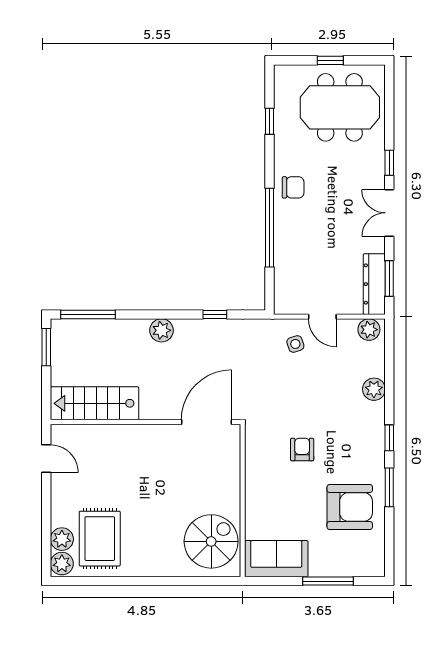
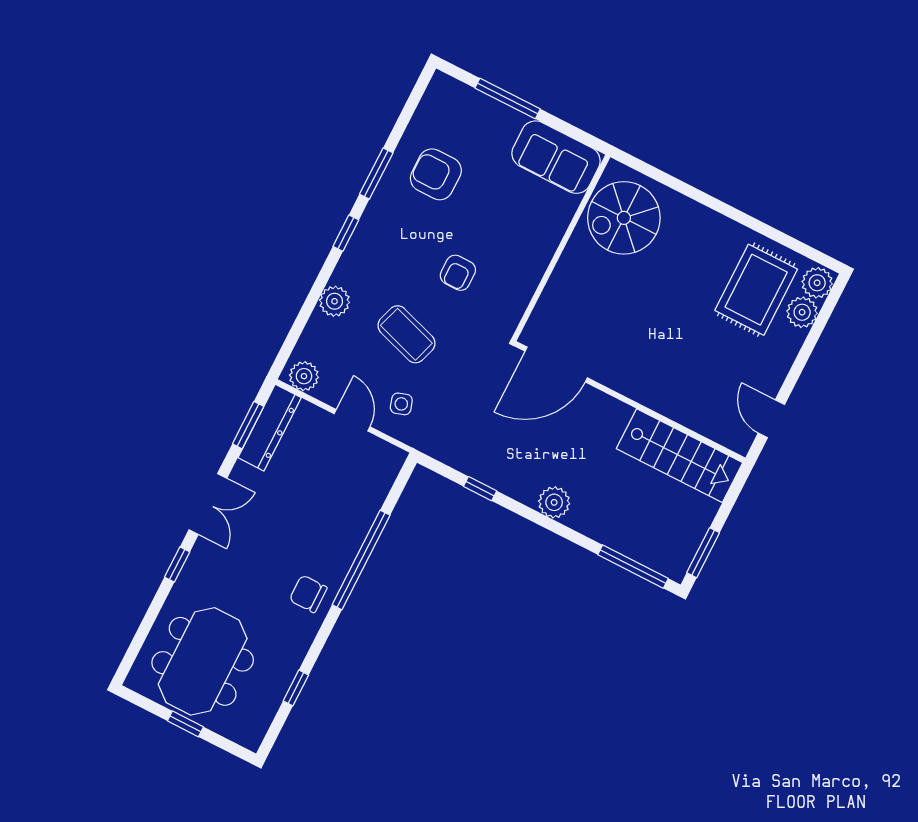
meeting table: (340, 107) -> (203, 661), turned 90
coffee table: (315, 392) -> (406, 334), added
armchair: (350, 507) -> (436, 174), width x0.73, depth x0.73

